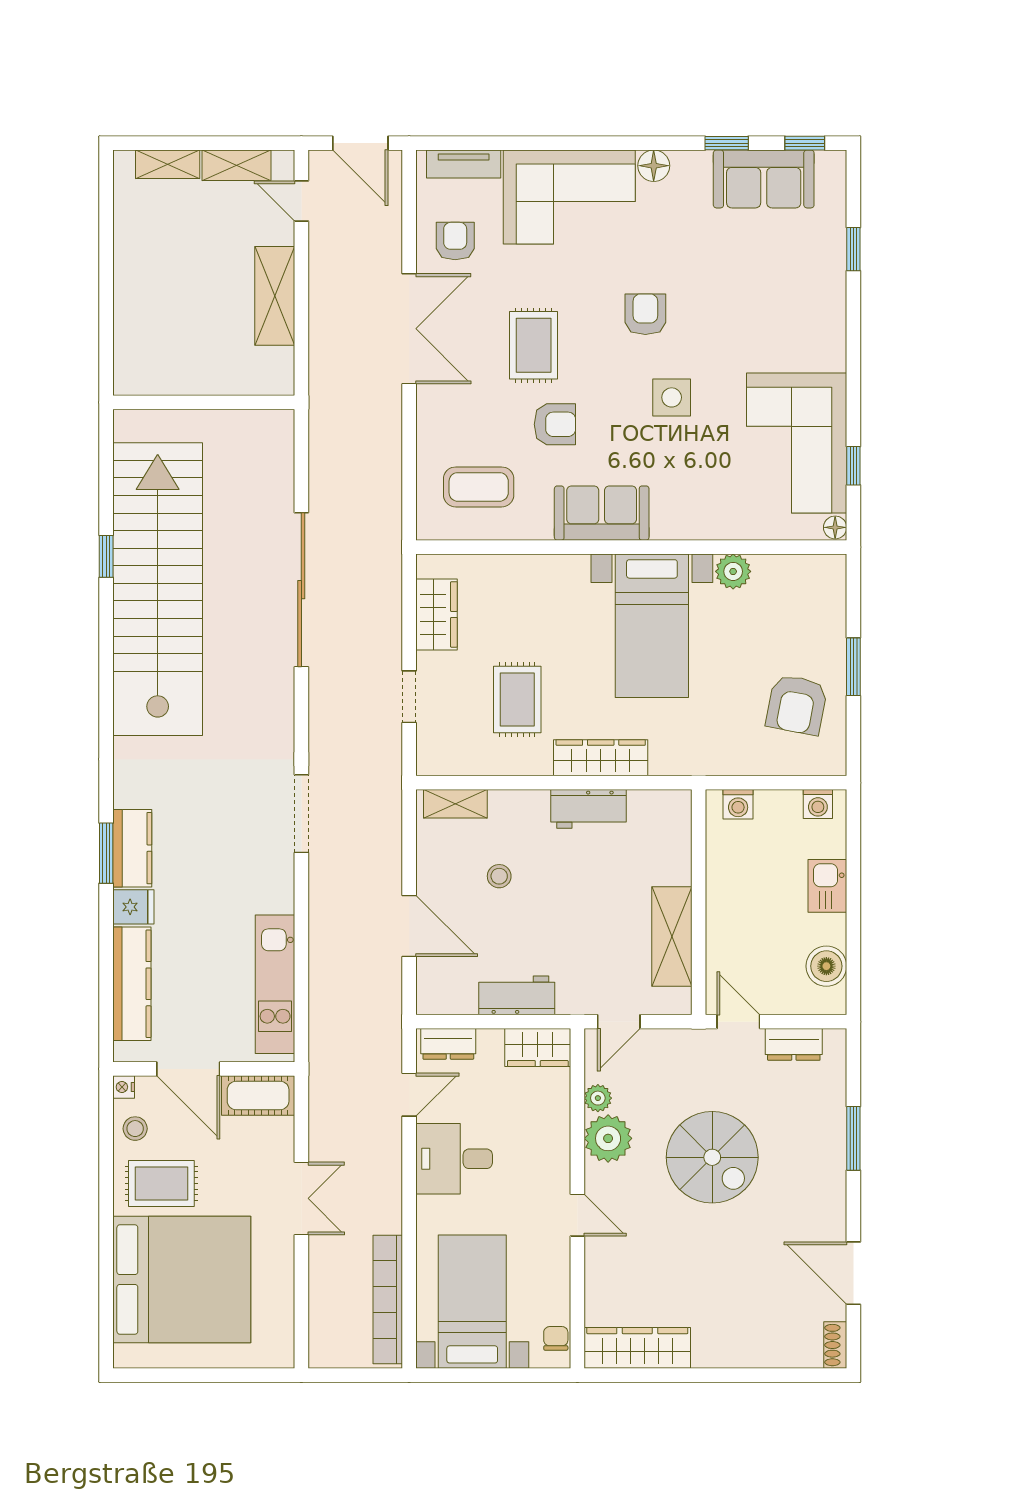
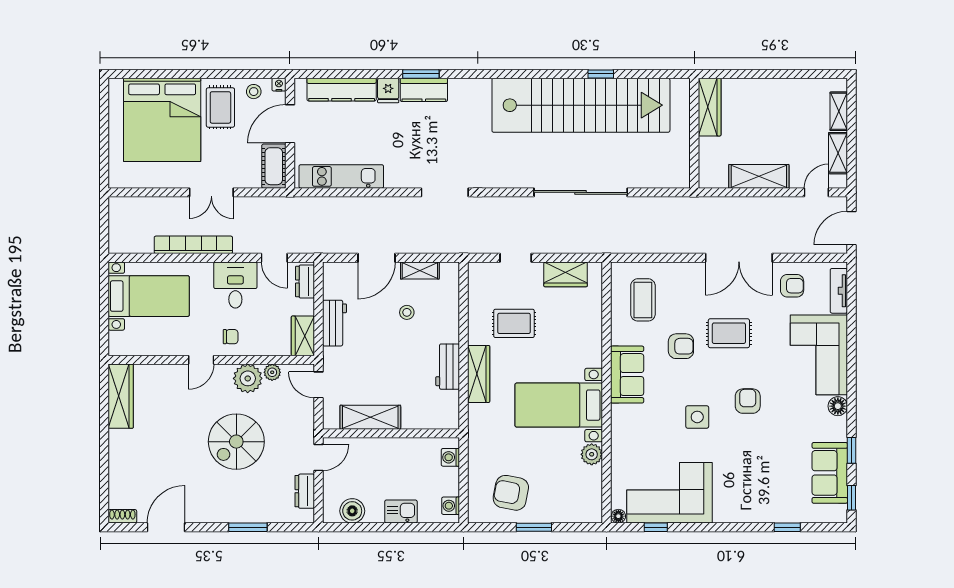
armchair: (645, 314) -> (748, 401), turned -90
wardrobe: (161, 377) -> (710, 107), added
armchair: (555, 424) -> (681, 346), turned -90
shelving: (455, 804) -> (420, 270), moved, turned 90
bookcase: (388, 1299) -> (193, 245), moved
chair: (556, 1338) -> (231, 337), moved

